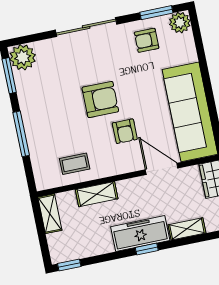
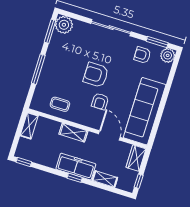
armchair: (100, 99) -> (96, 75), turned 180
shelving: (97, 194) -> (73, 132), moved

